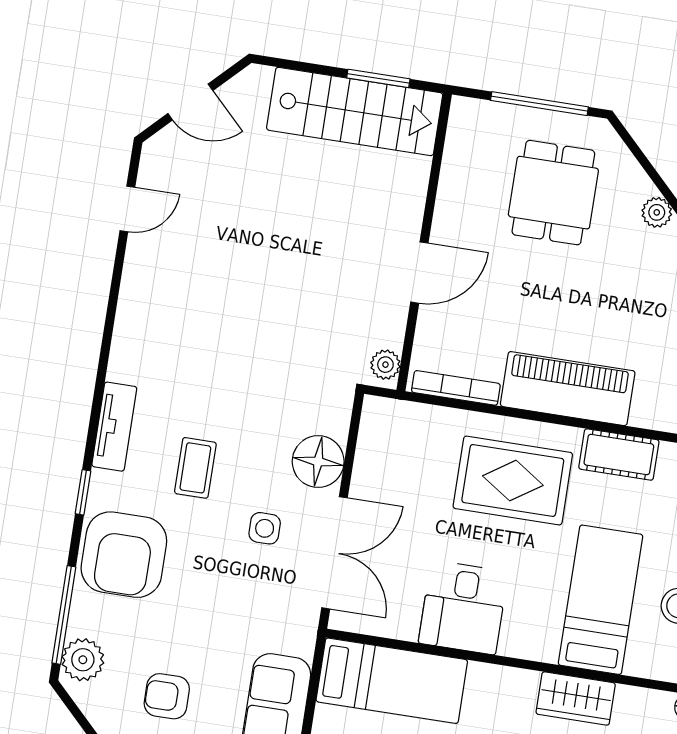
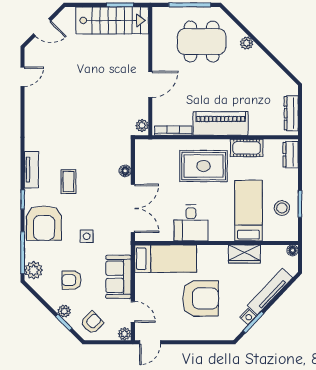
dining table: (553, 193) -> (202, 42), width x1.38
floor lamp: (318, 462) -> (125, 171), width x0.53, depth x0.53
side table: (265, 528) -> (87, 236), moved

